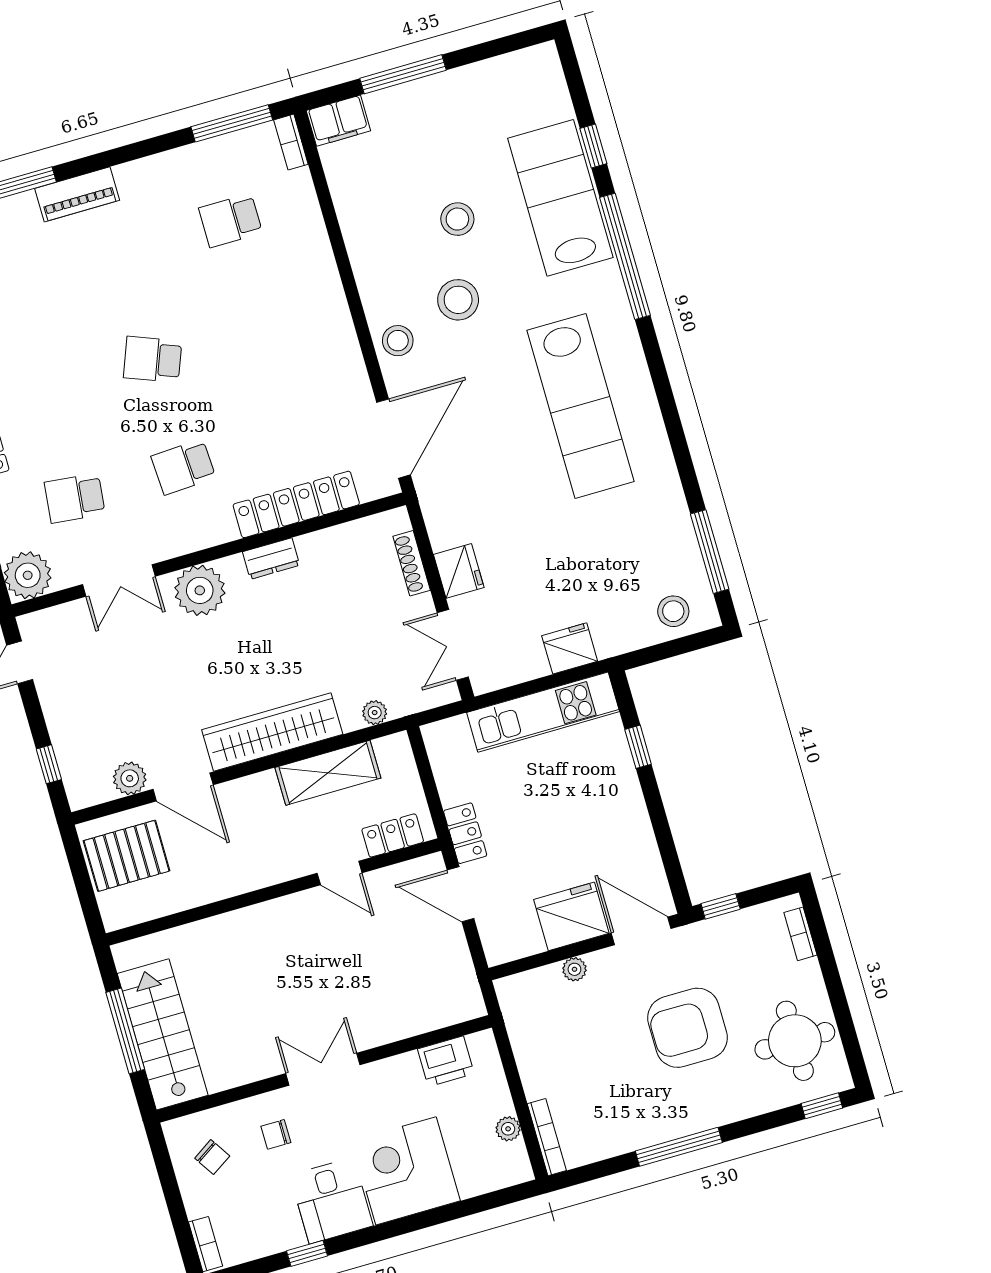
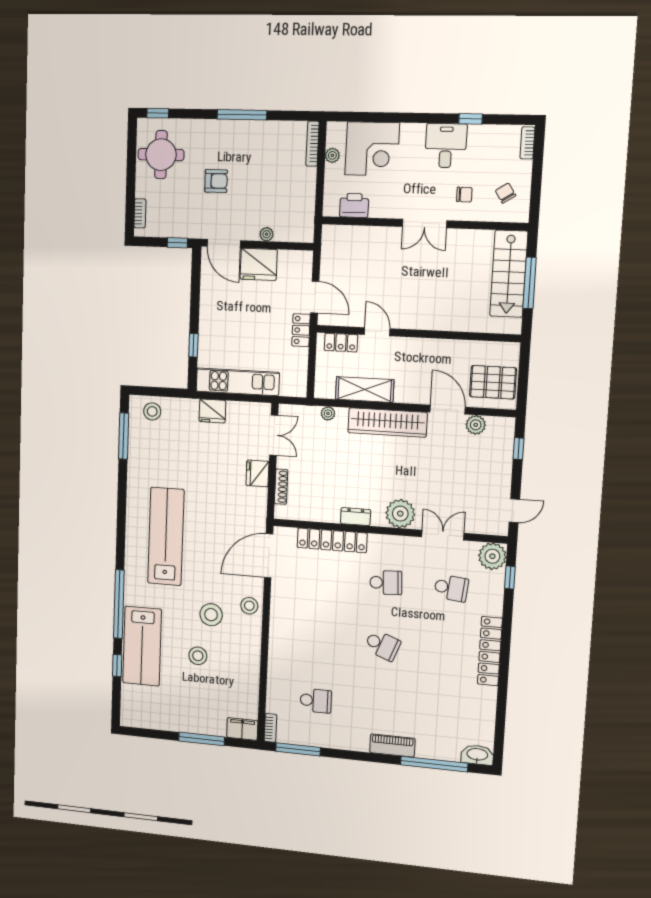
armchair: (688, 1028) -> (216, 181), width x0.53, depth x0.53
corner desk: (406, 1171) -> (372, 149), moved

